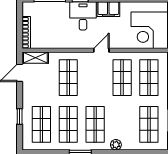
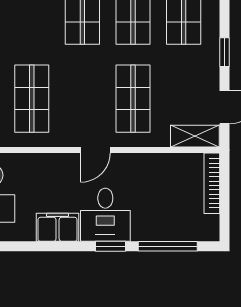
door: (101, 50) -> (95, 150), moved
window: (20, 117) -> (224, 52), moved

